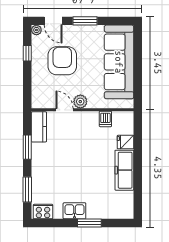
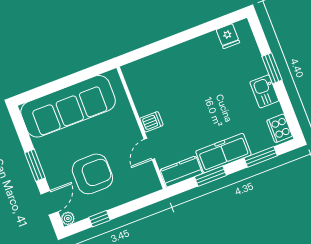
armchair: (62, 61) -> (92, 174), turned 180
plant: (80, 102) -> (133, 134), removed
dishwasher: (105, 119) -> (151, 122), moved
fridge: (126, 142) -> (228, 36), moved
freezer: (124, 170) -> (223, 153), moved, turned 180

